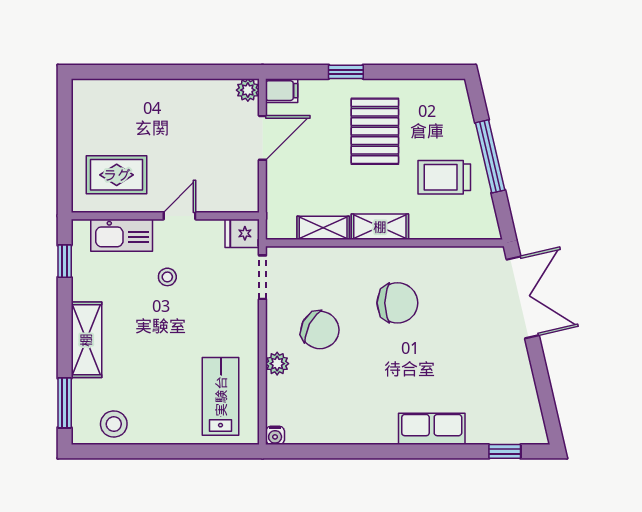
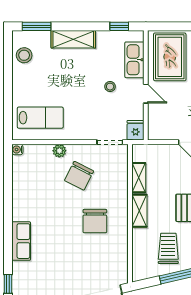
rug: (117, 175) -> (170, 57), width x1.36, depth x1.43

